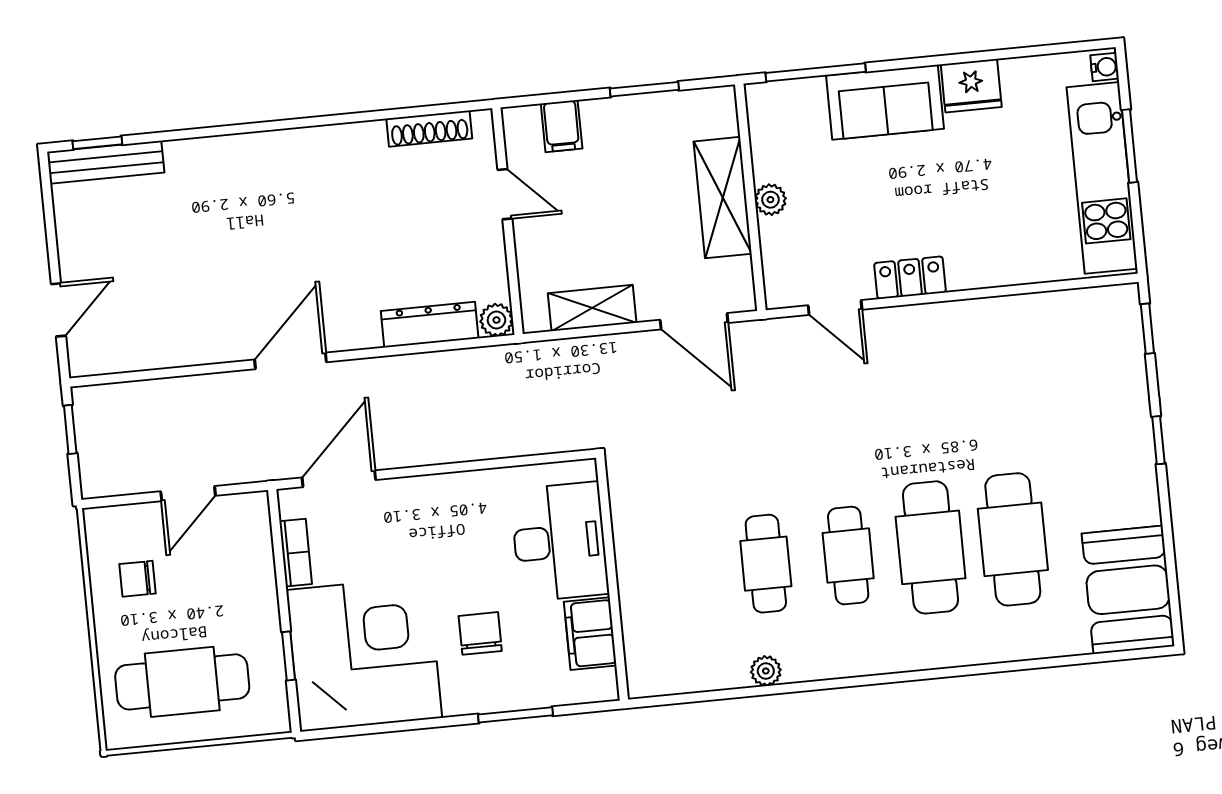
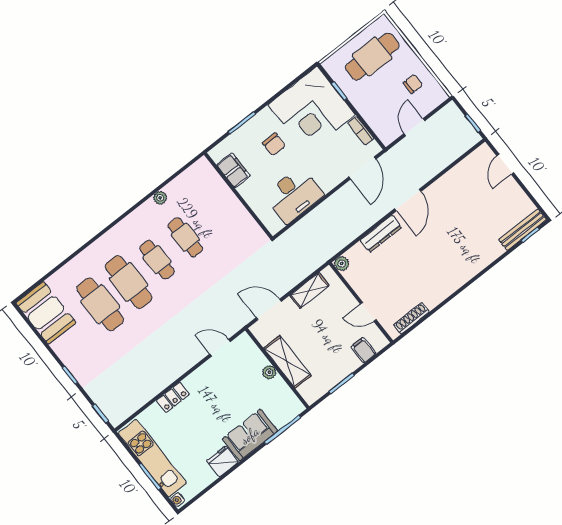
locker: (910, 278) -> (173, 397), moved
dresser: (430, 325) -> (381, 234), moved
desk: (560, 542) -> (294, 195), moved, turned -90

